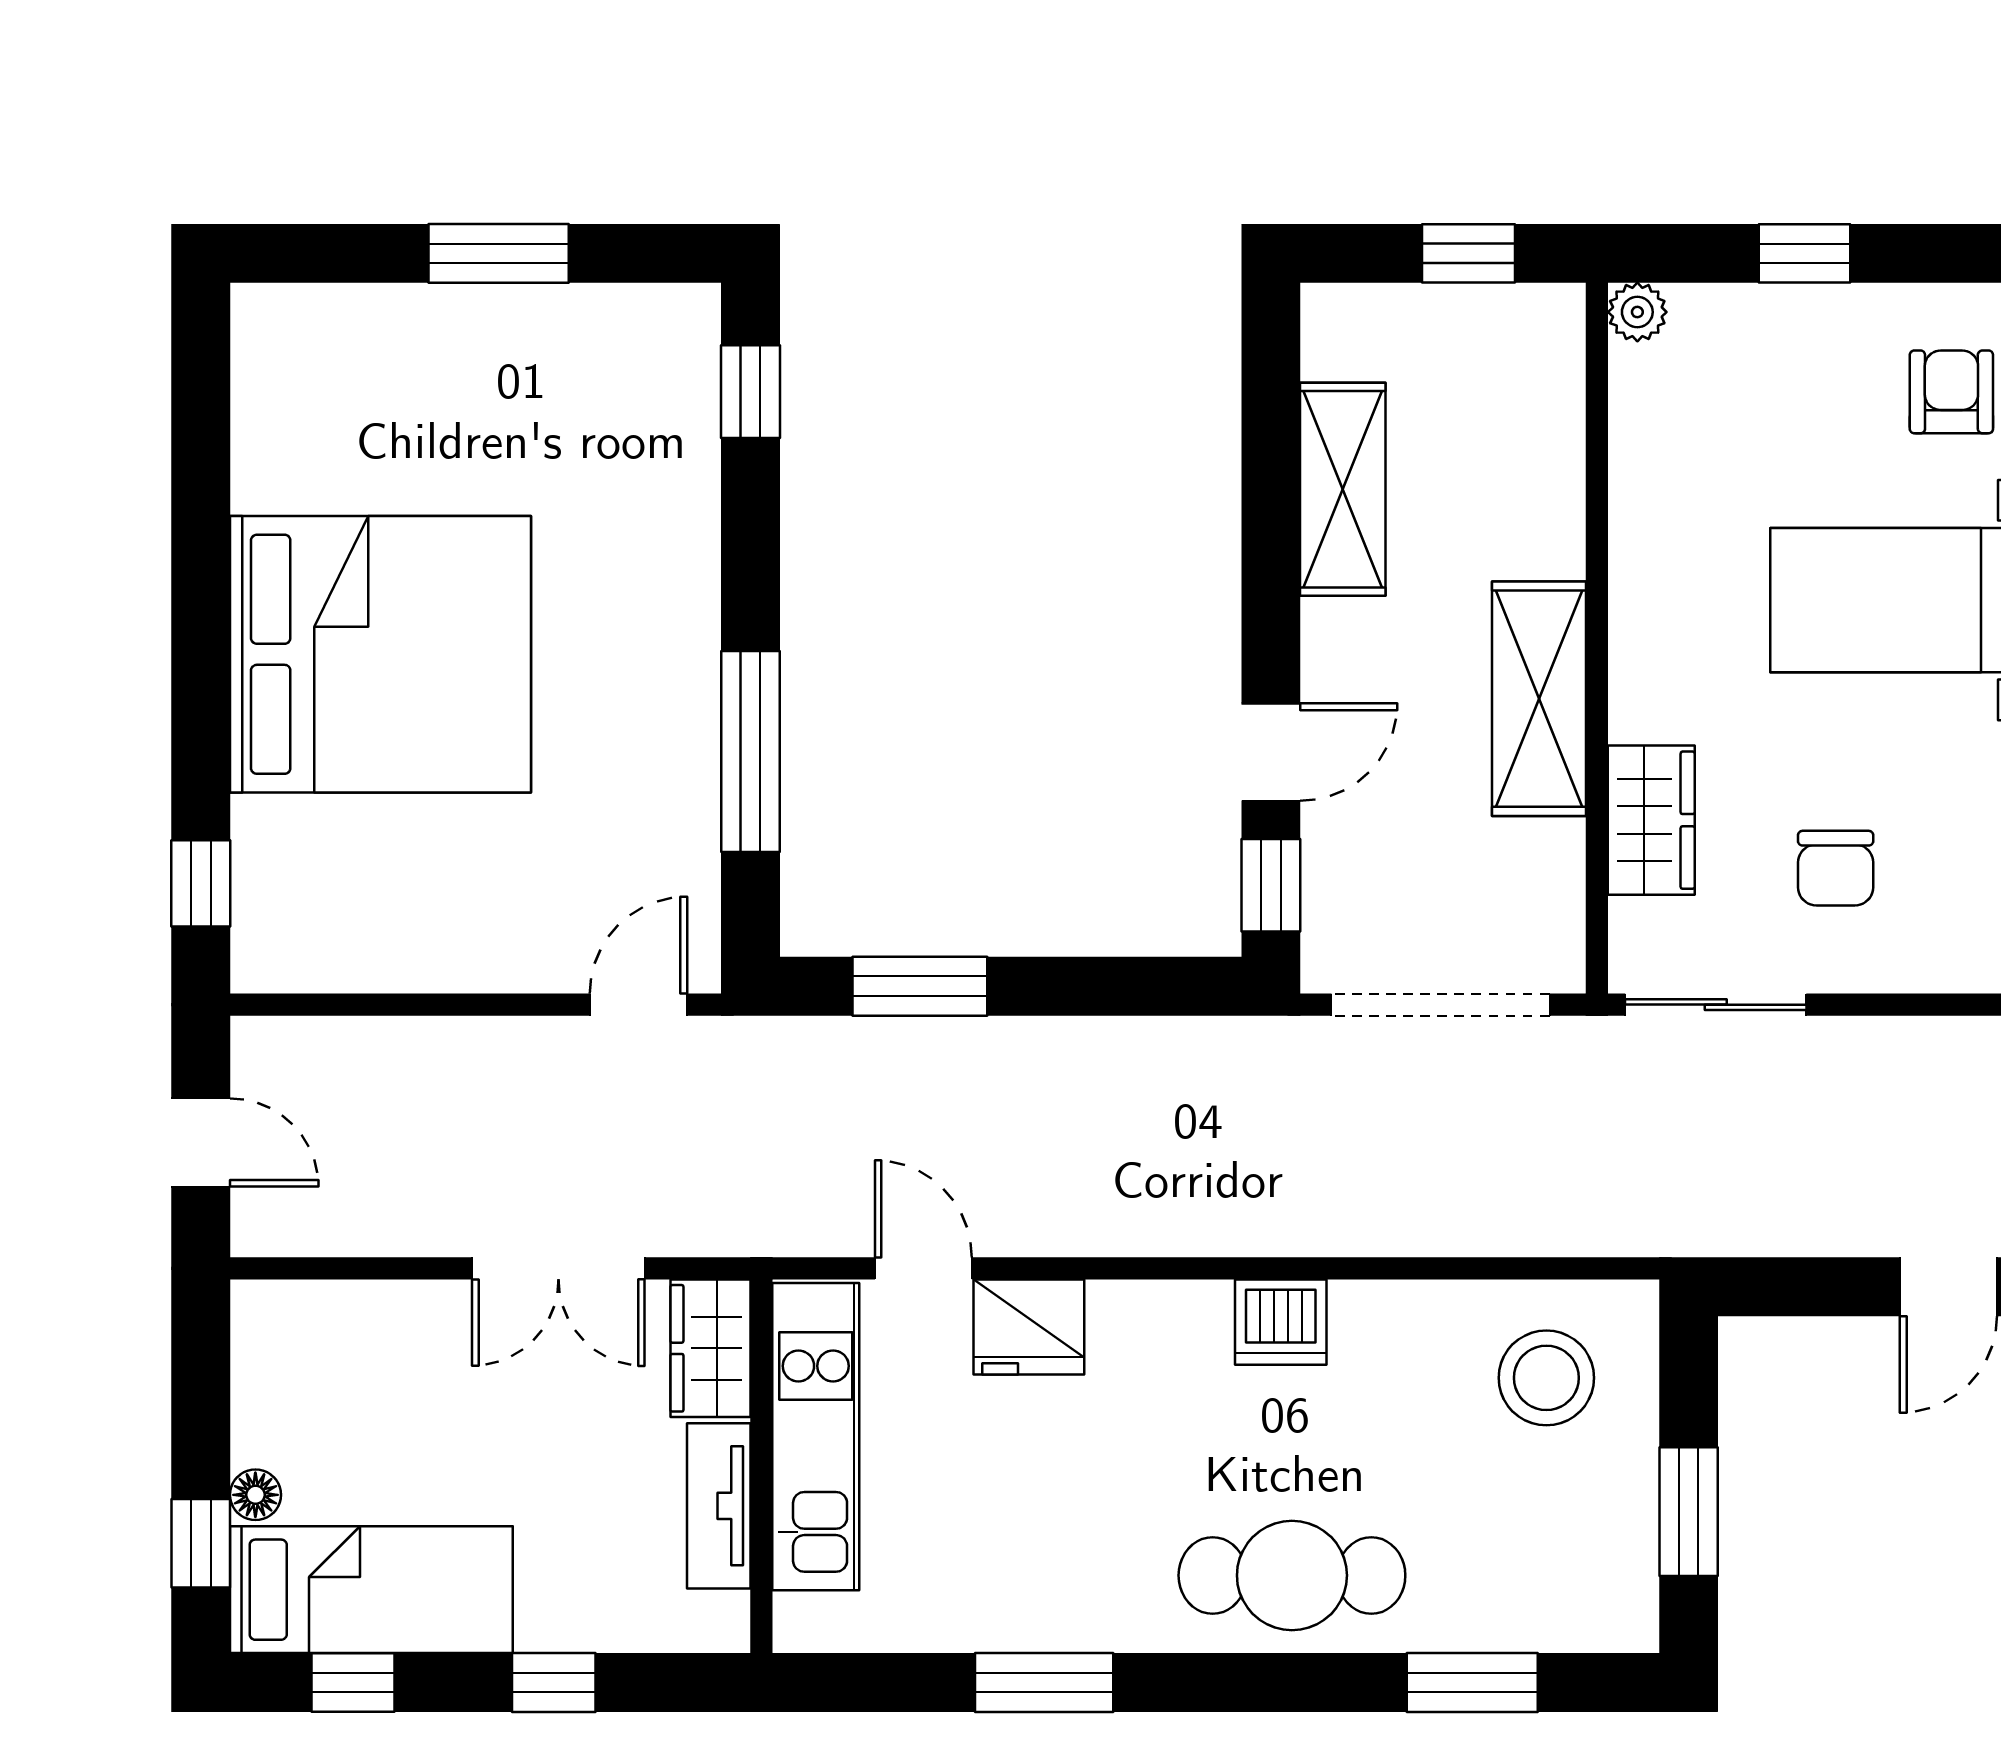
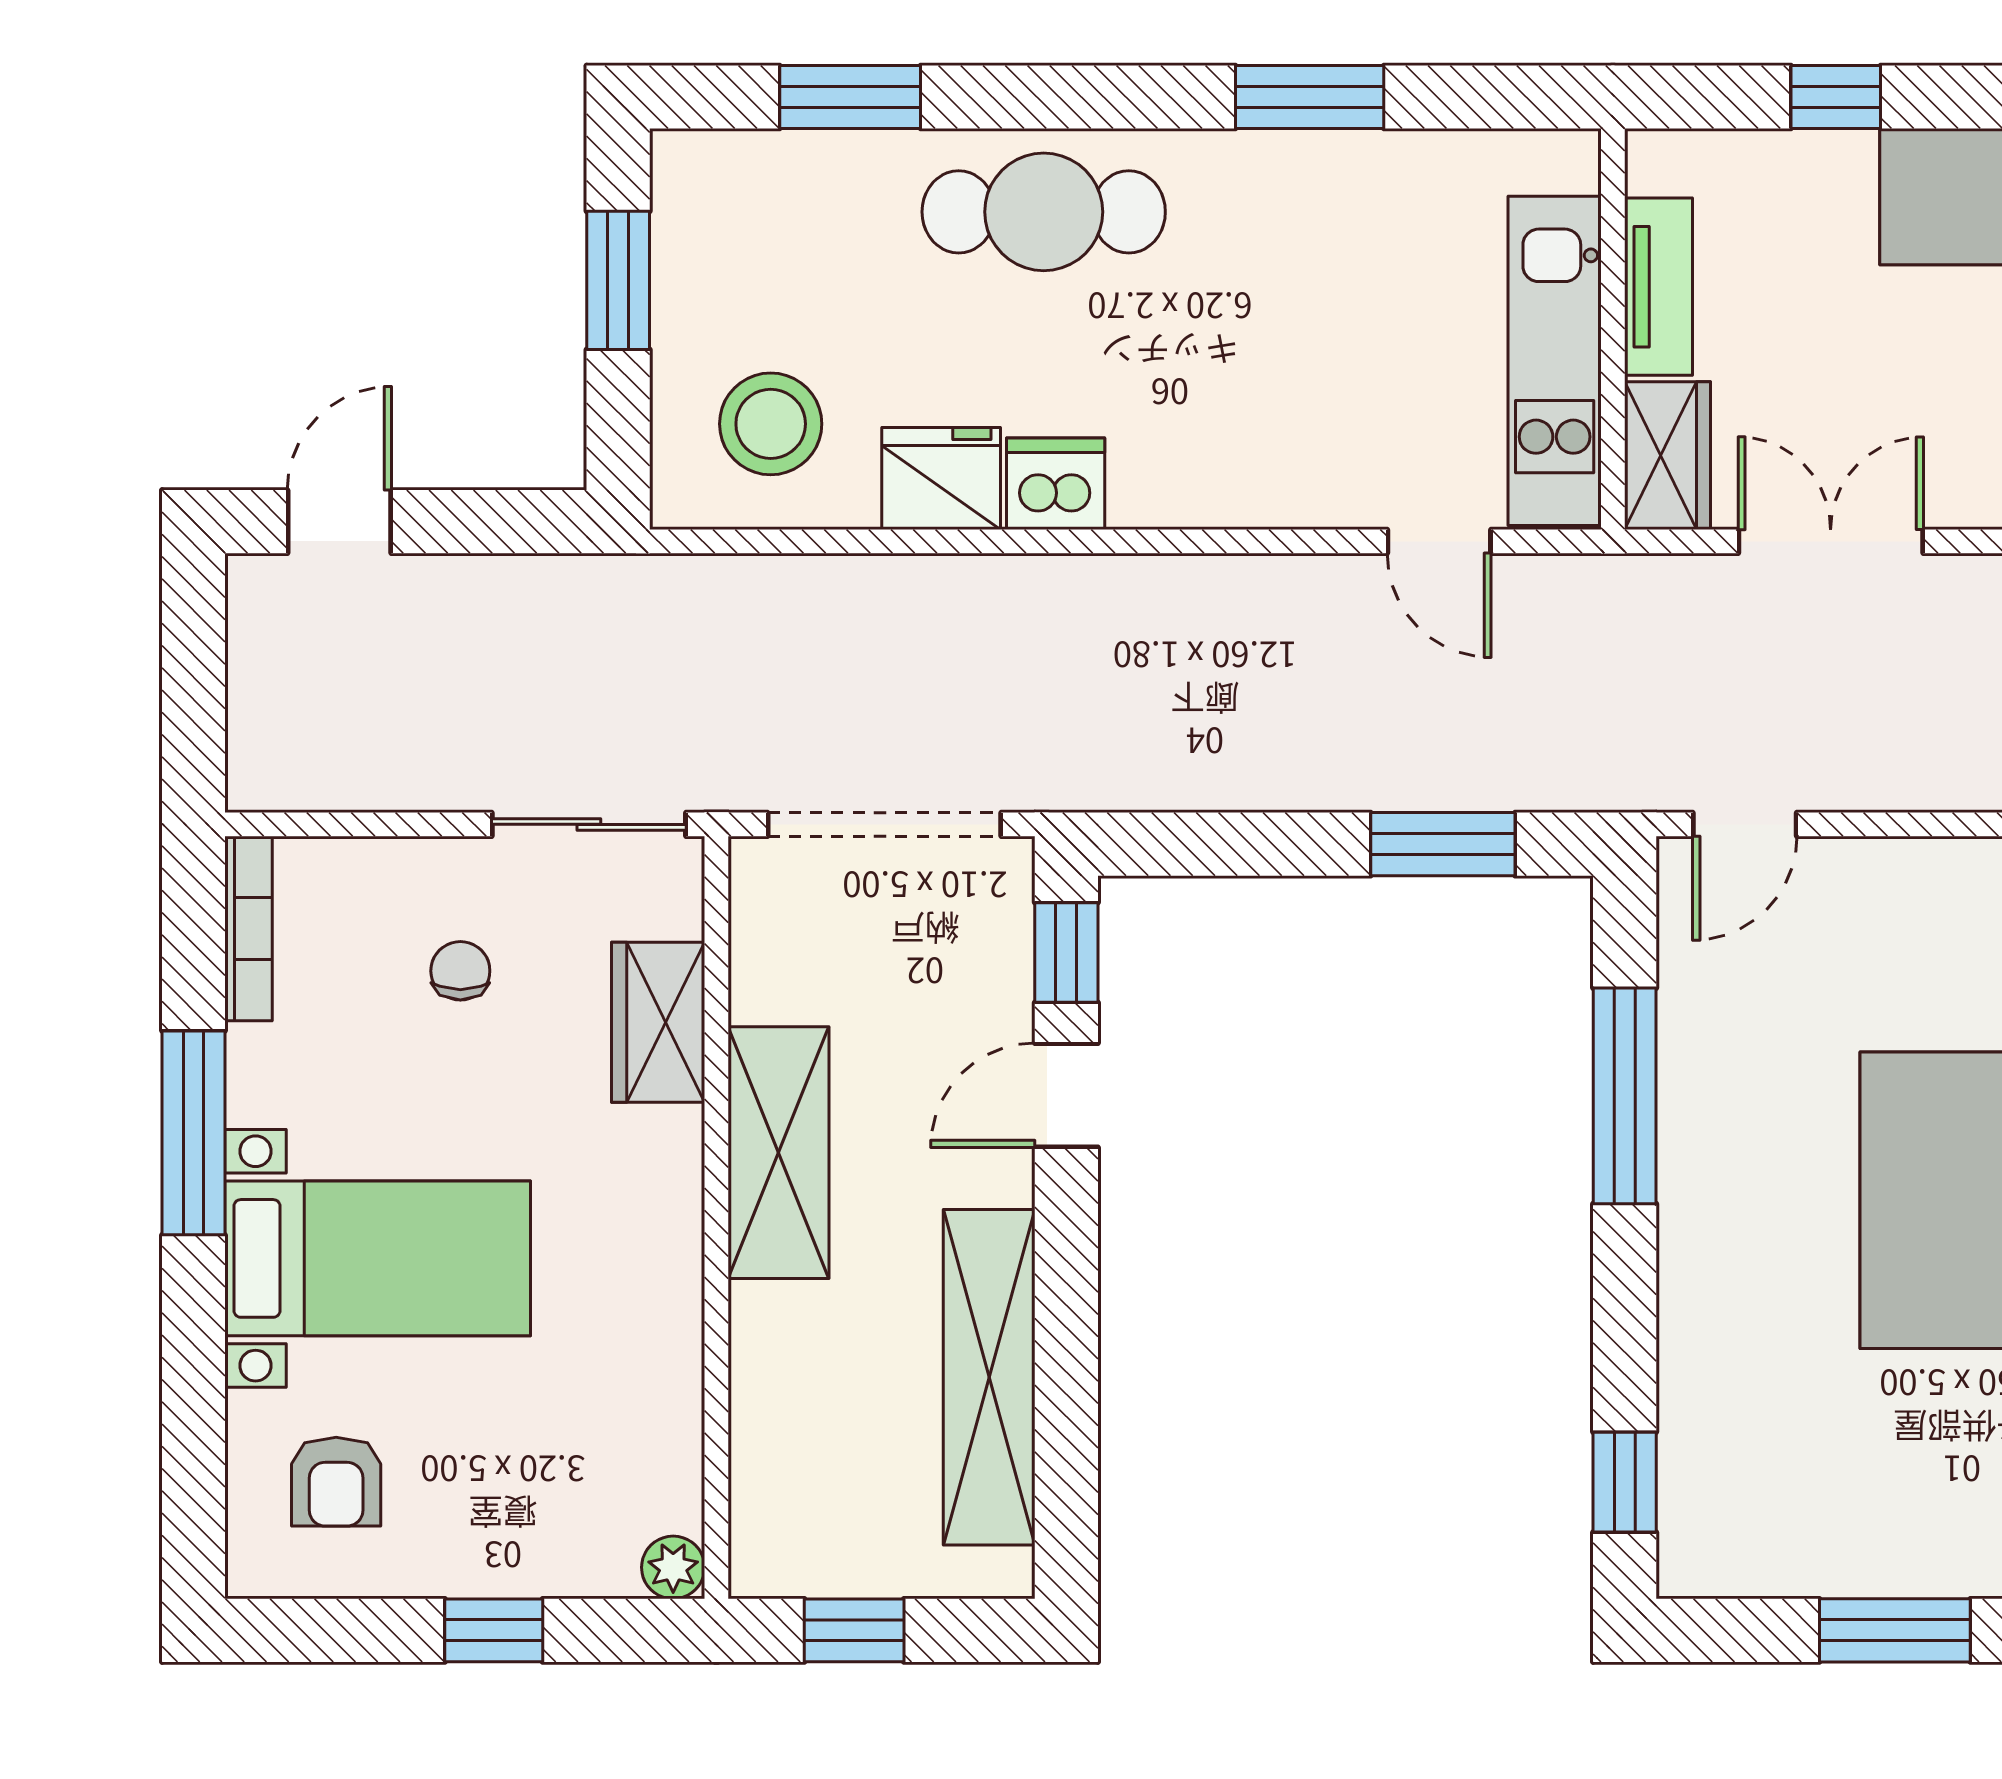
shelving: (1343, 489) -> (989, 1377), width x1.47
chair: (1836, 868) -> (460, 971), width x0.73, depth x0.73
fridge: (1029, 1327) -> (941, 478), moved

